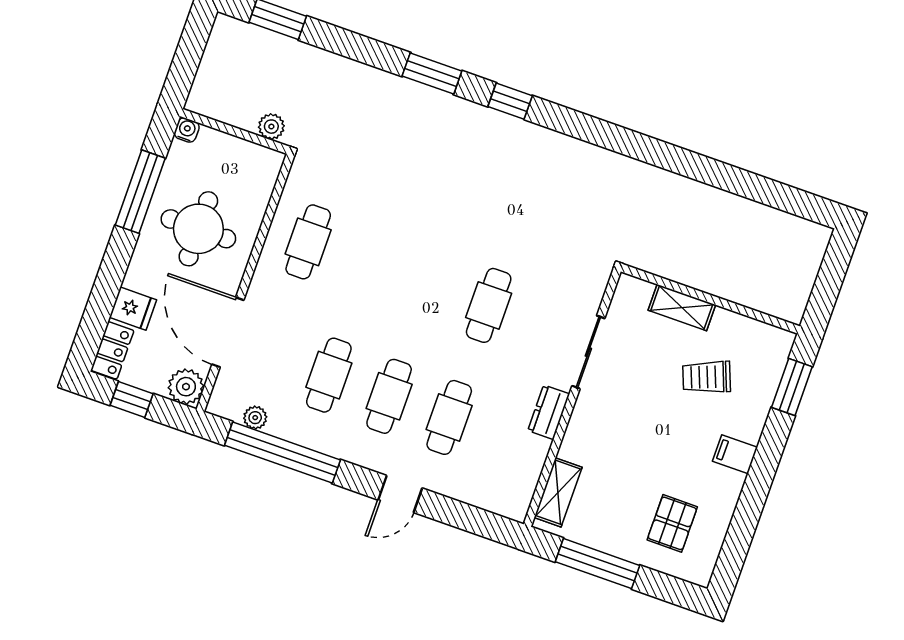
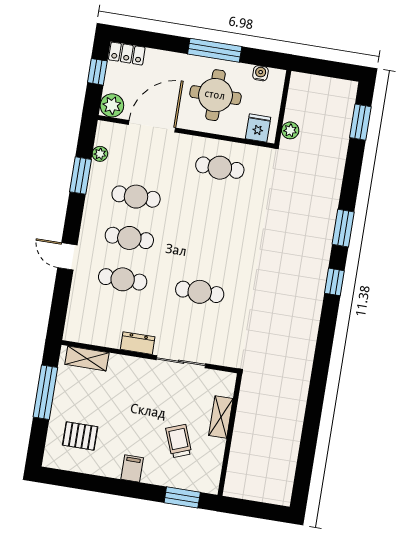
water cooler: (187, 130) -> (260, 73), moved, turned -90
window: (140, 192) -> (215, 50), moved
fridge: (133, 309) -> (258, 128), moved, turned 180
window: (282, 453) -> (80, 176), width x0.47

